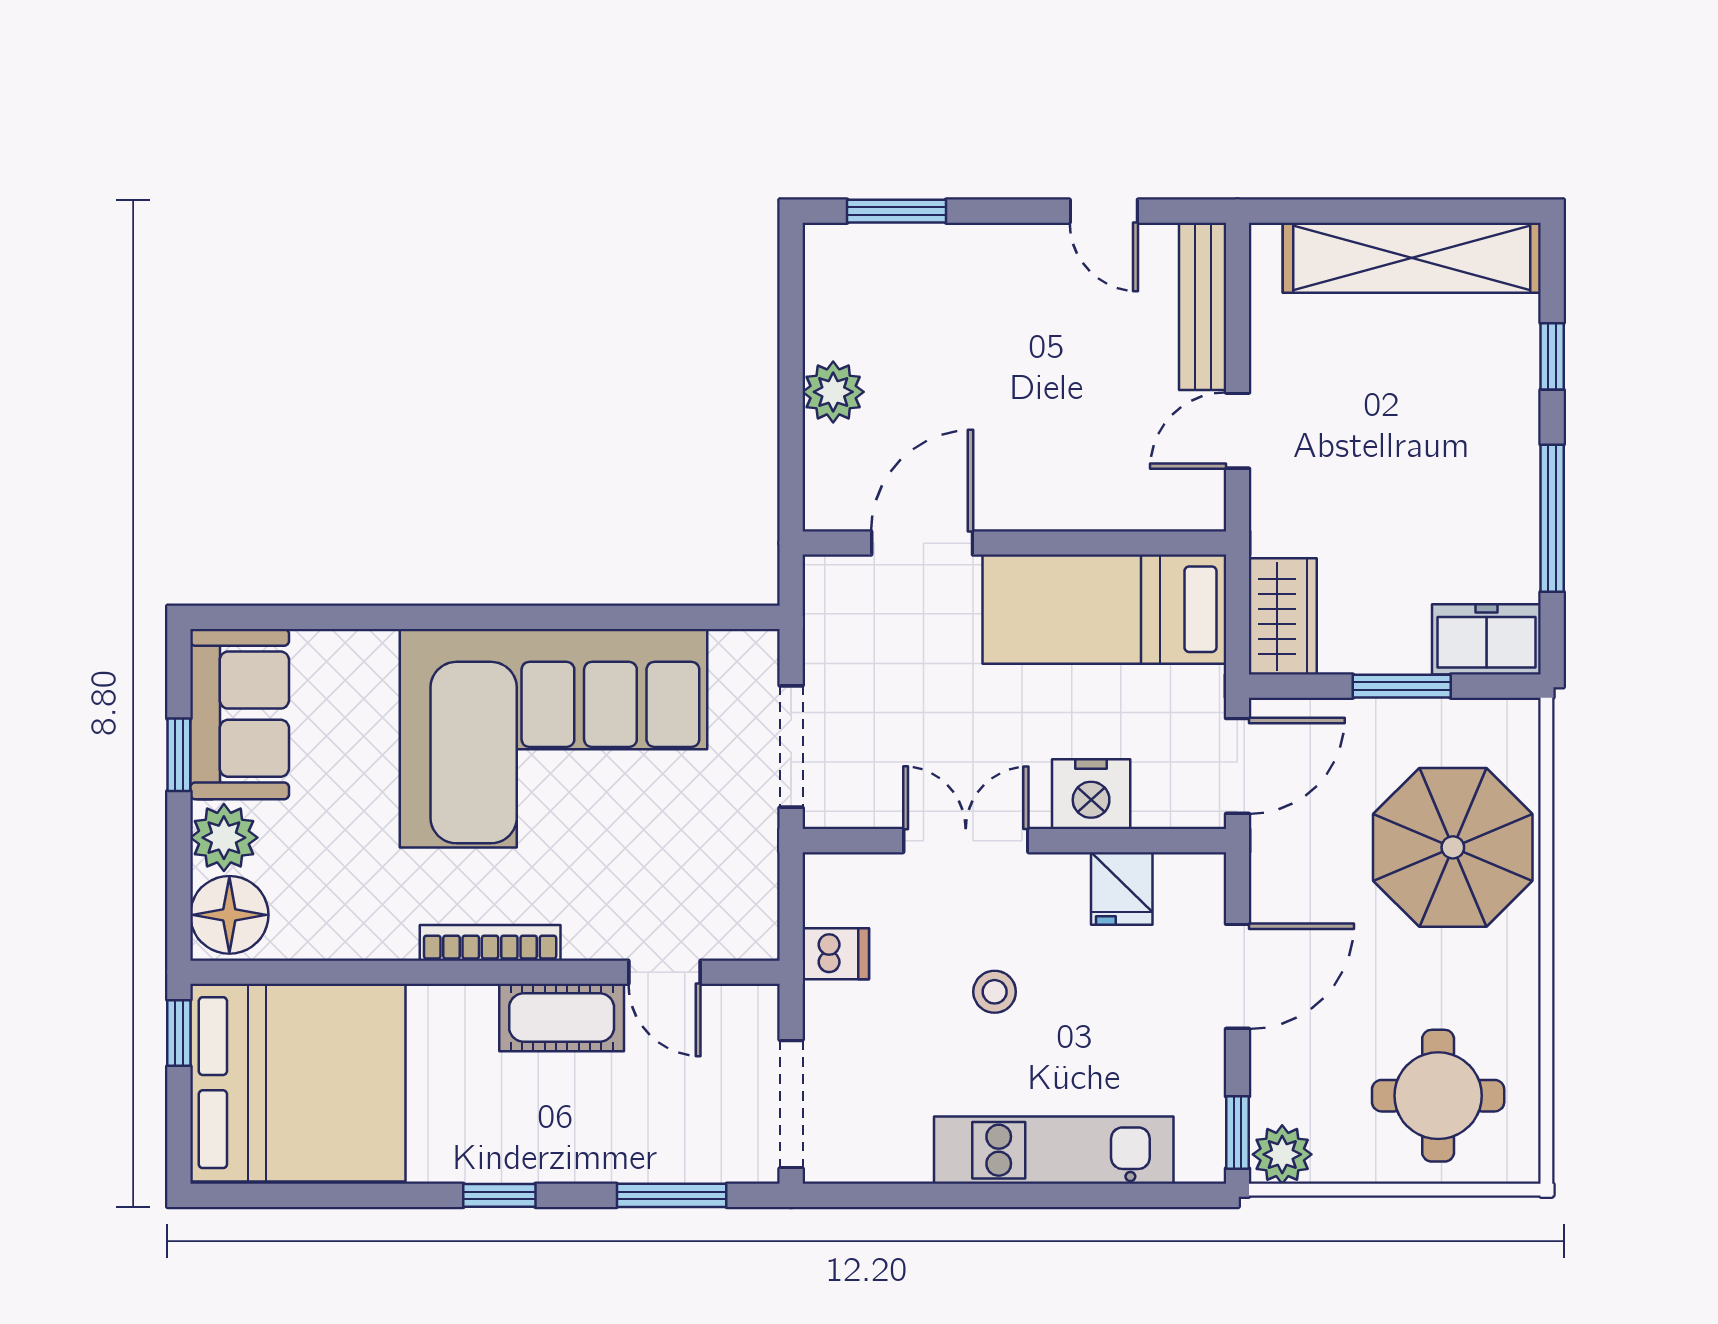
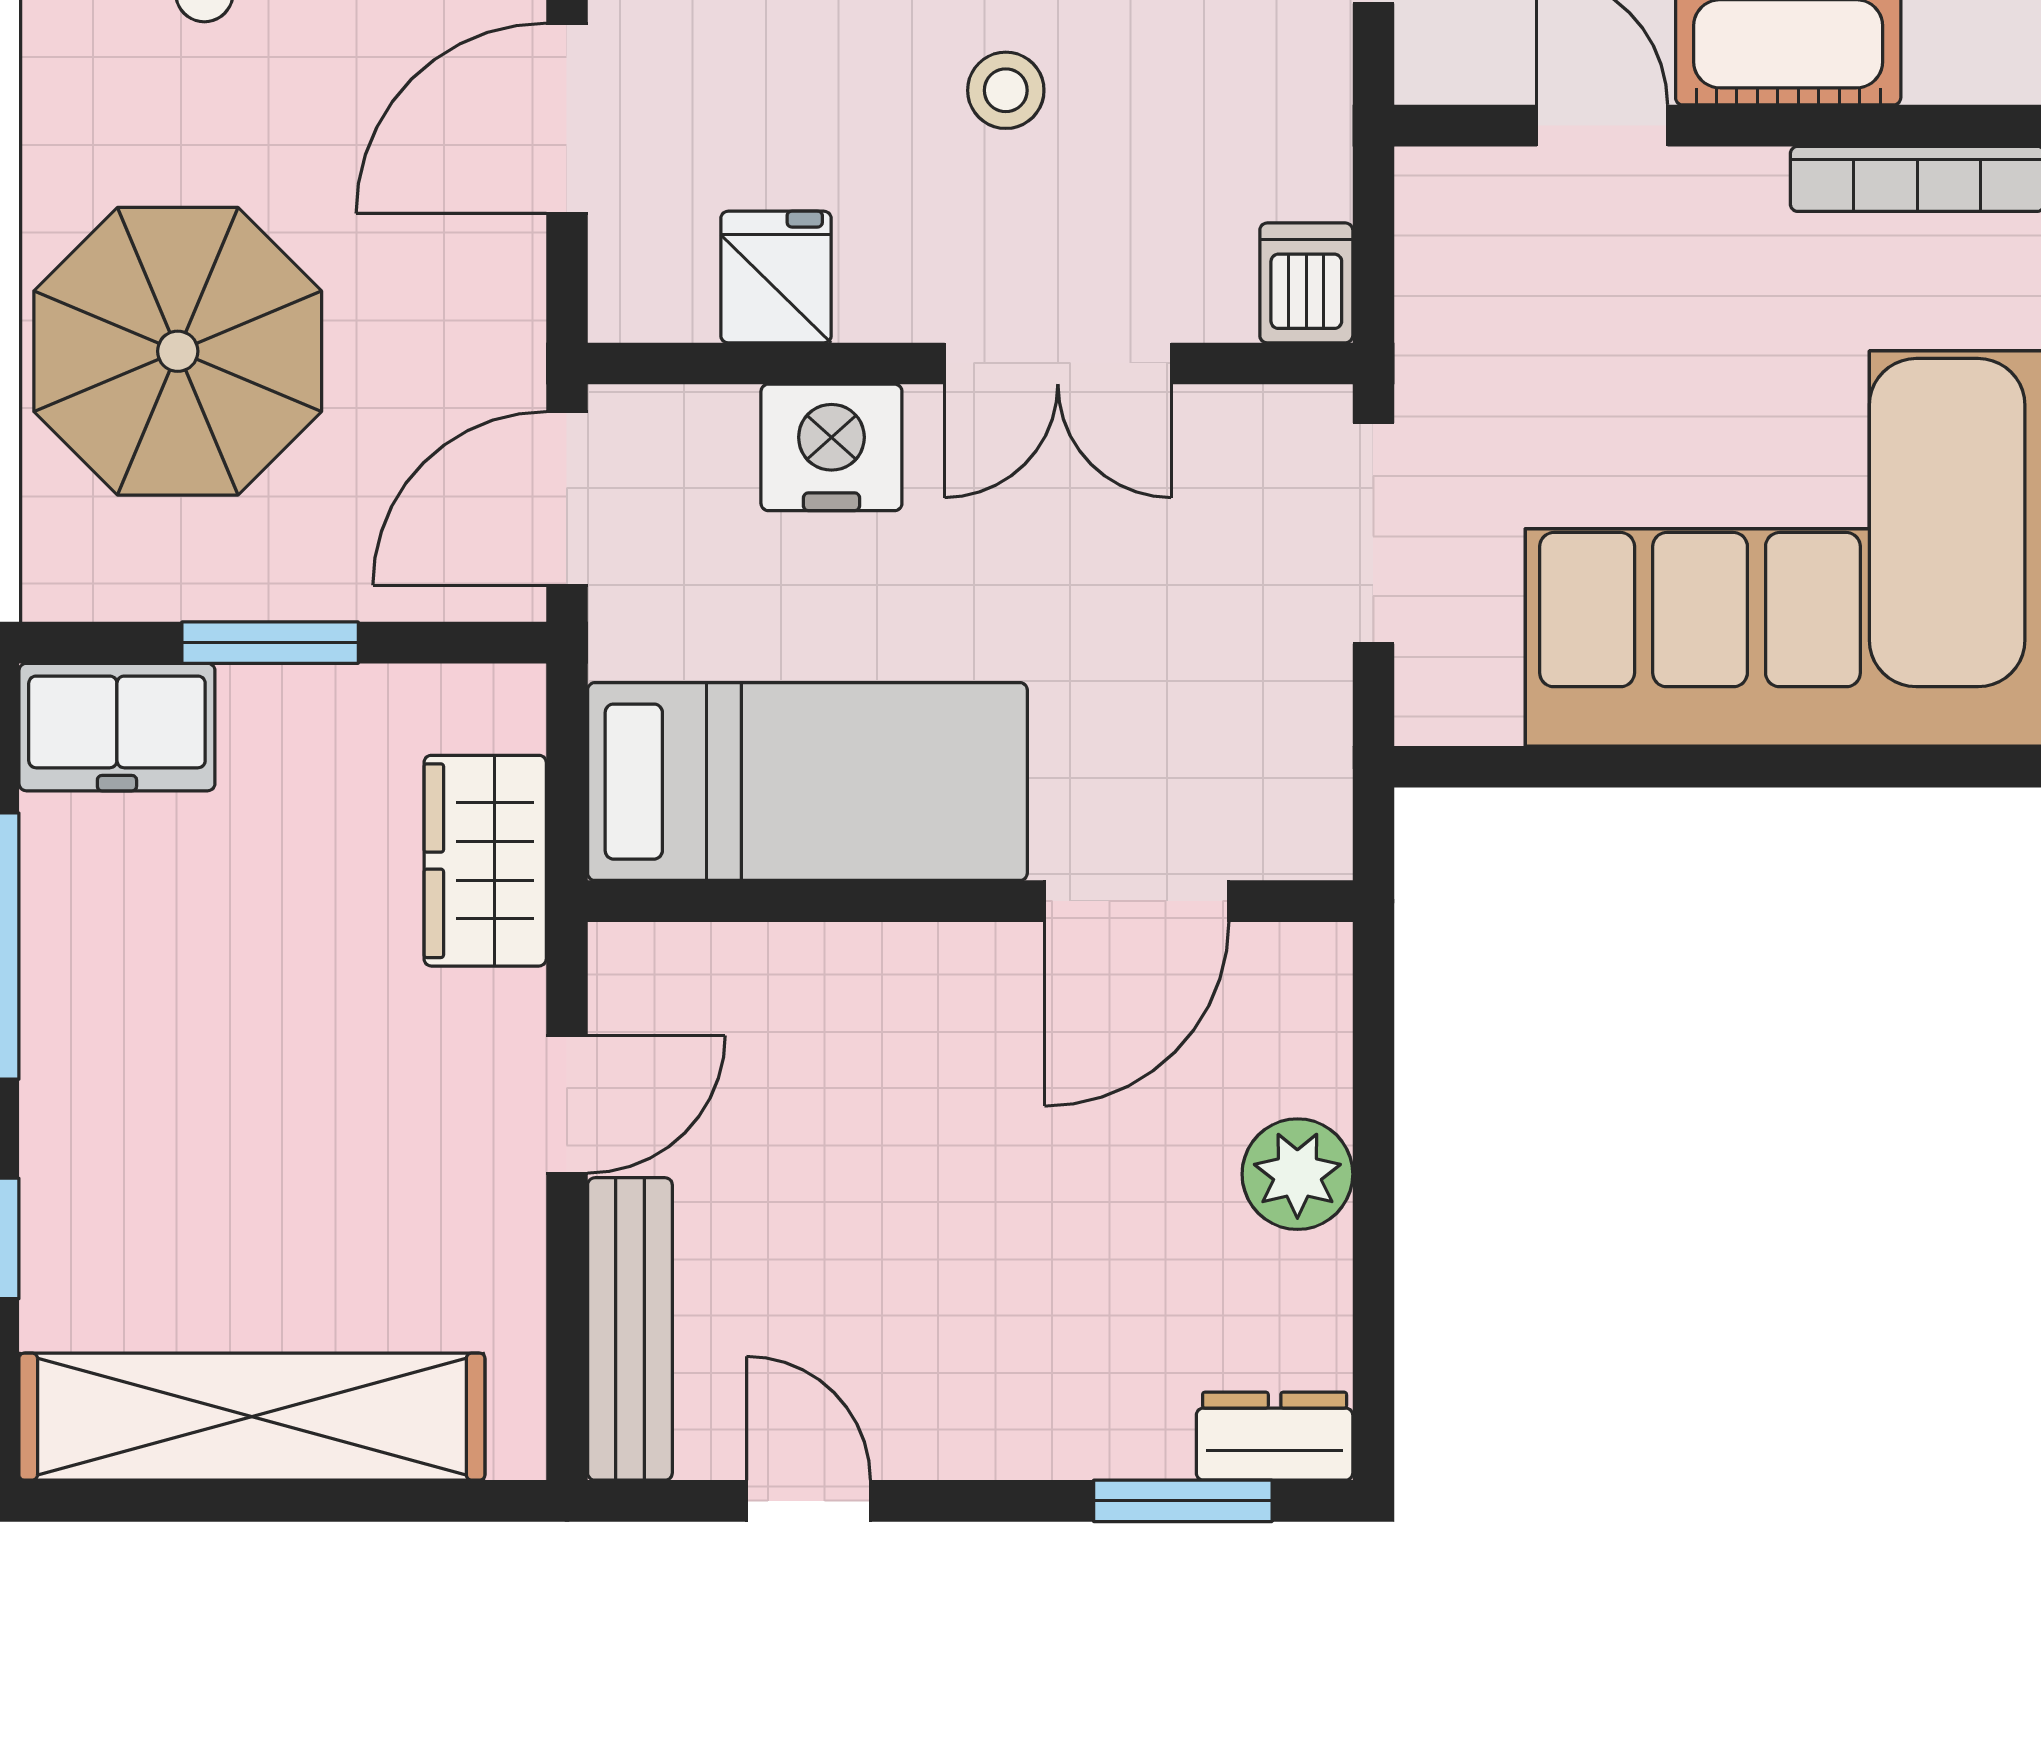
dresser: (846, 247) -> (1275, 1436), added
wardrobe: (1283, 616) -> (485, 861), moved
dishwasher: (836, 954) -> (1306, 283), moved, turned 90

